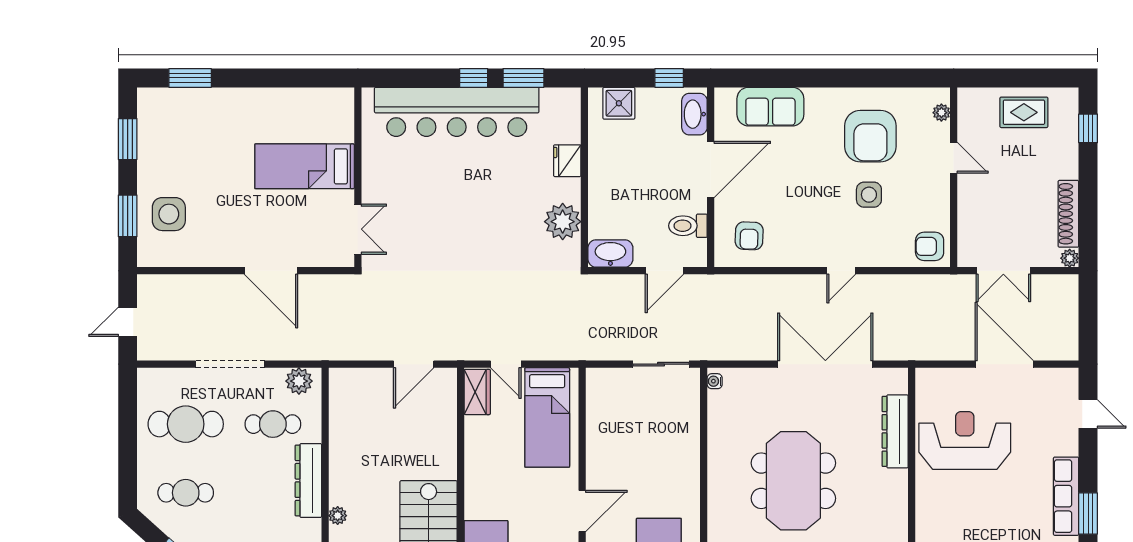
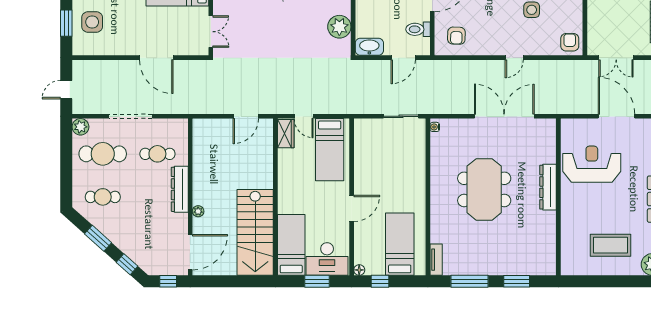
armchair: (930, 246) -> (570, 42), turned 90
plant: (299, 381) -> (80, 127), moved
dresser: (895, 431) -> (548, 187), moved

